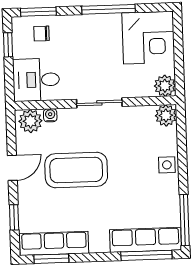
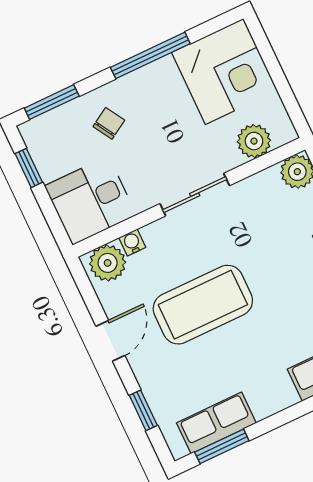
chair: (41, 34) -> (109, 123), moved, turned 149
plant: (165, 86) -> (254, 141), moved
row of seats: (54, 243) -> (216, 423), width x0.68

